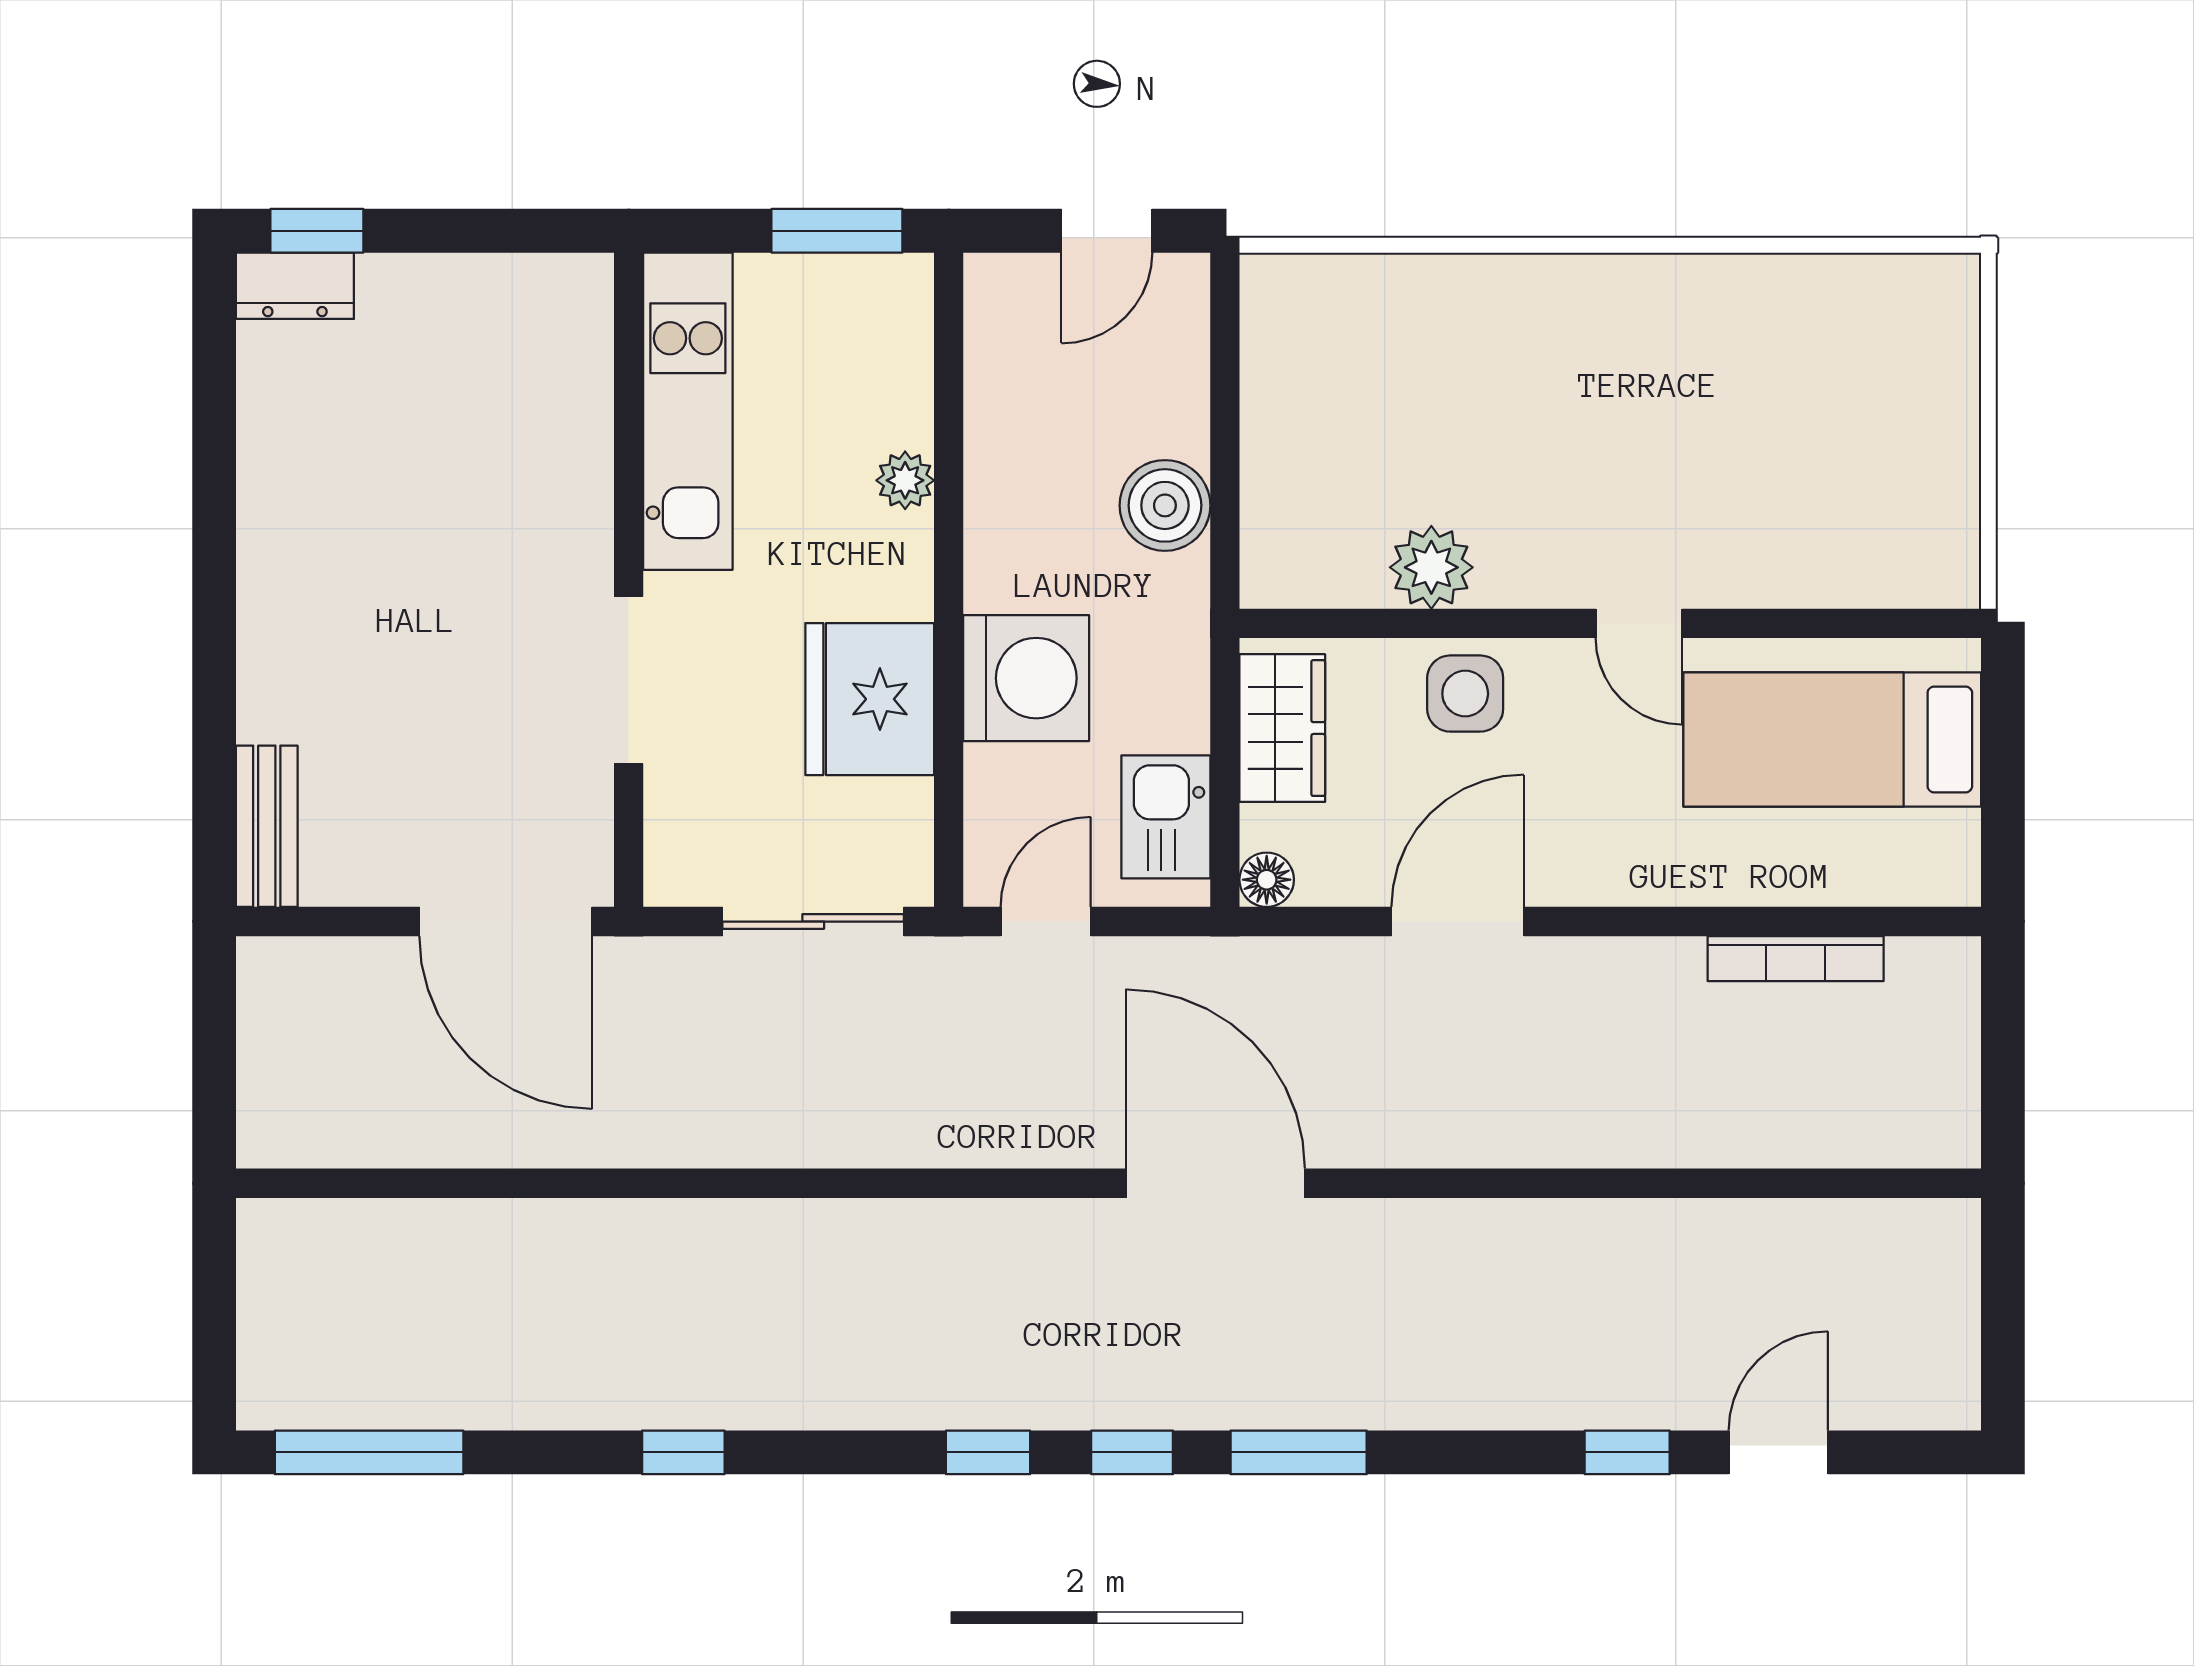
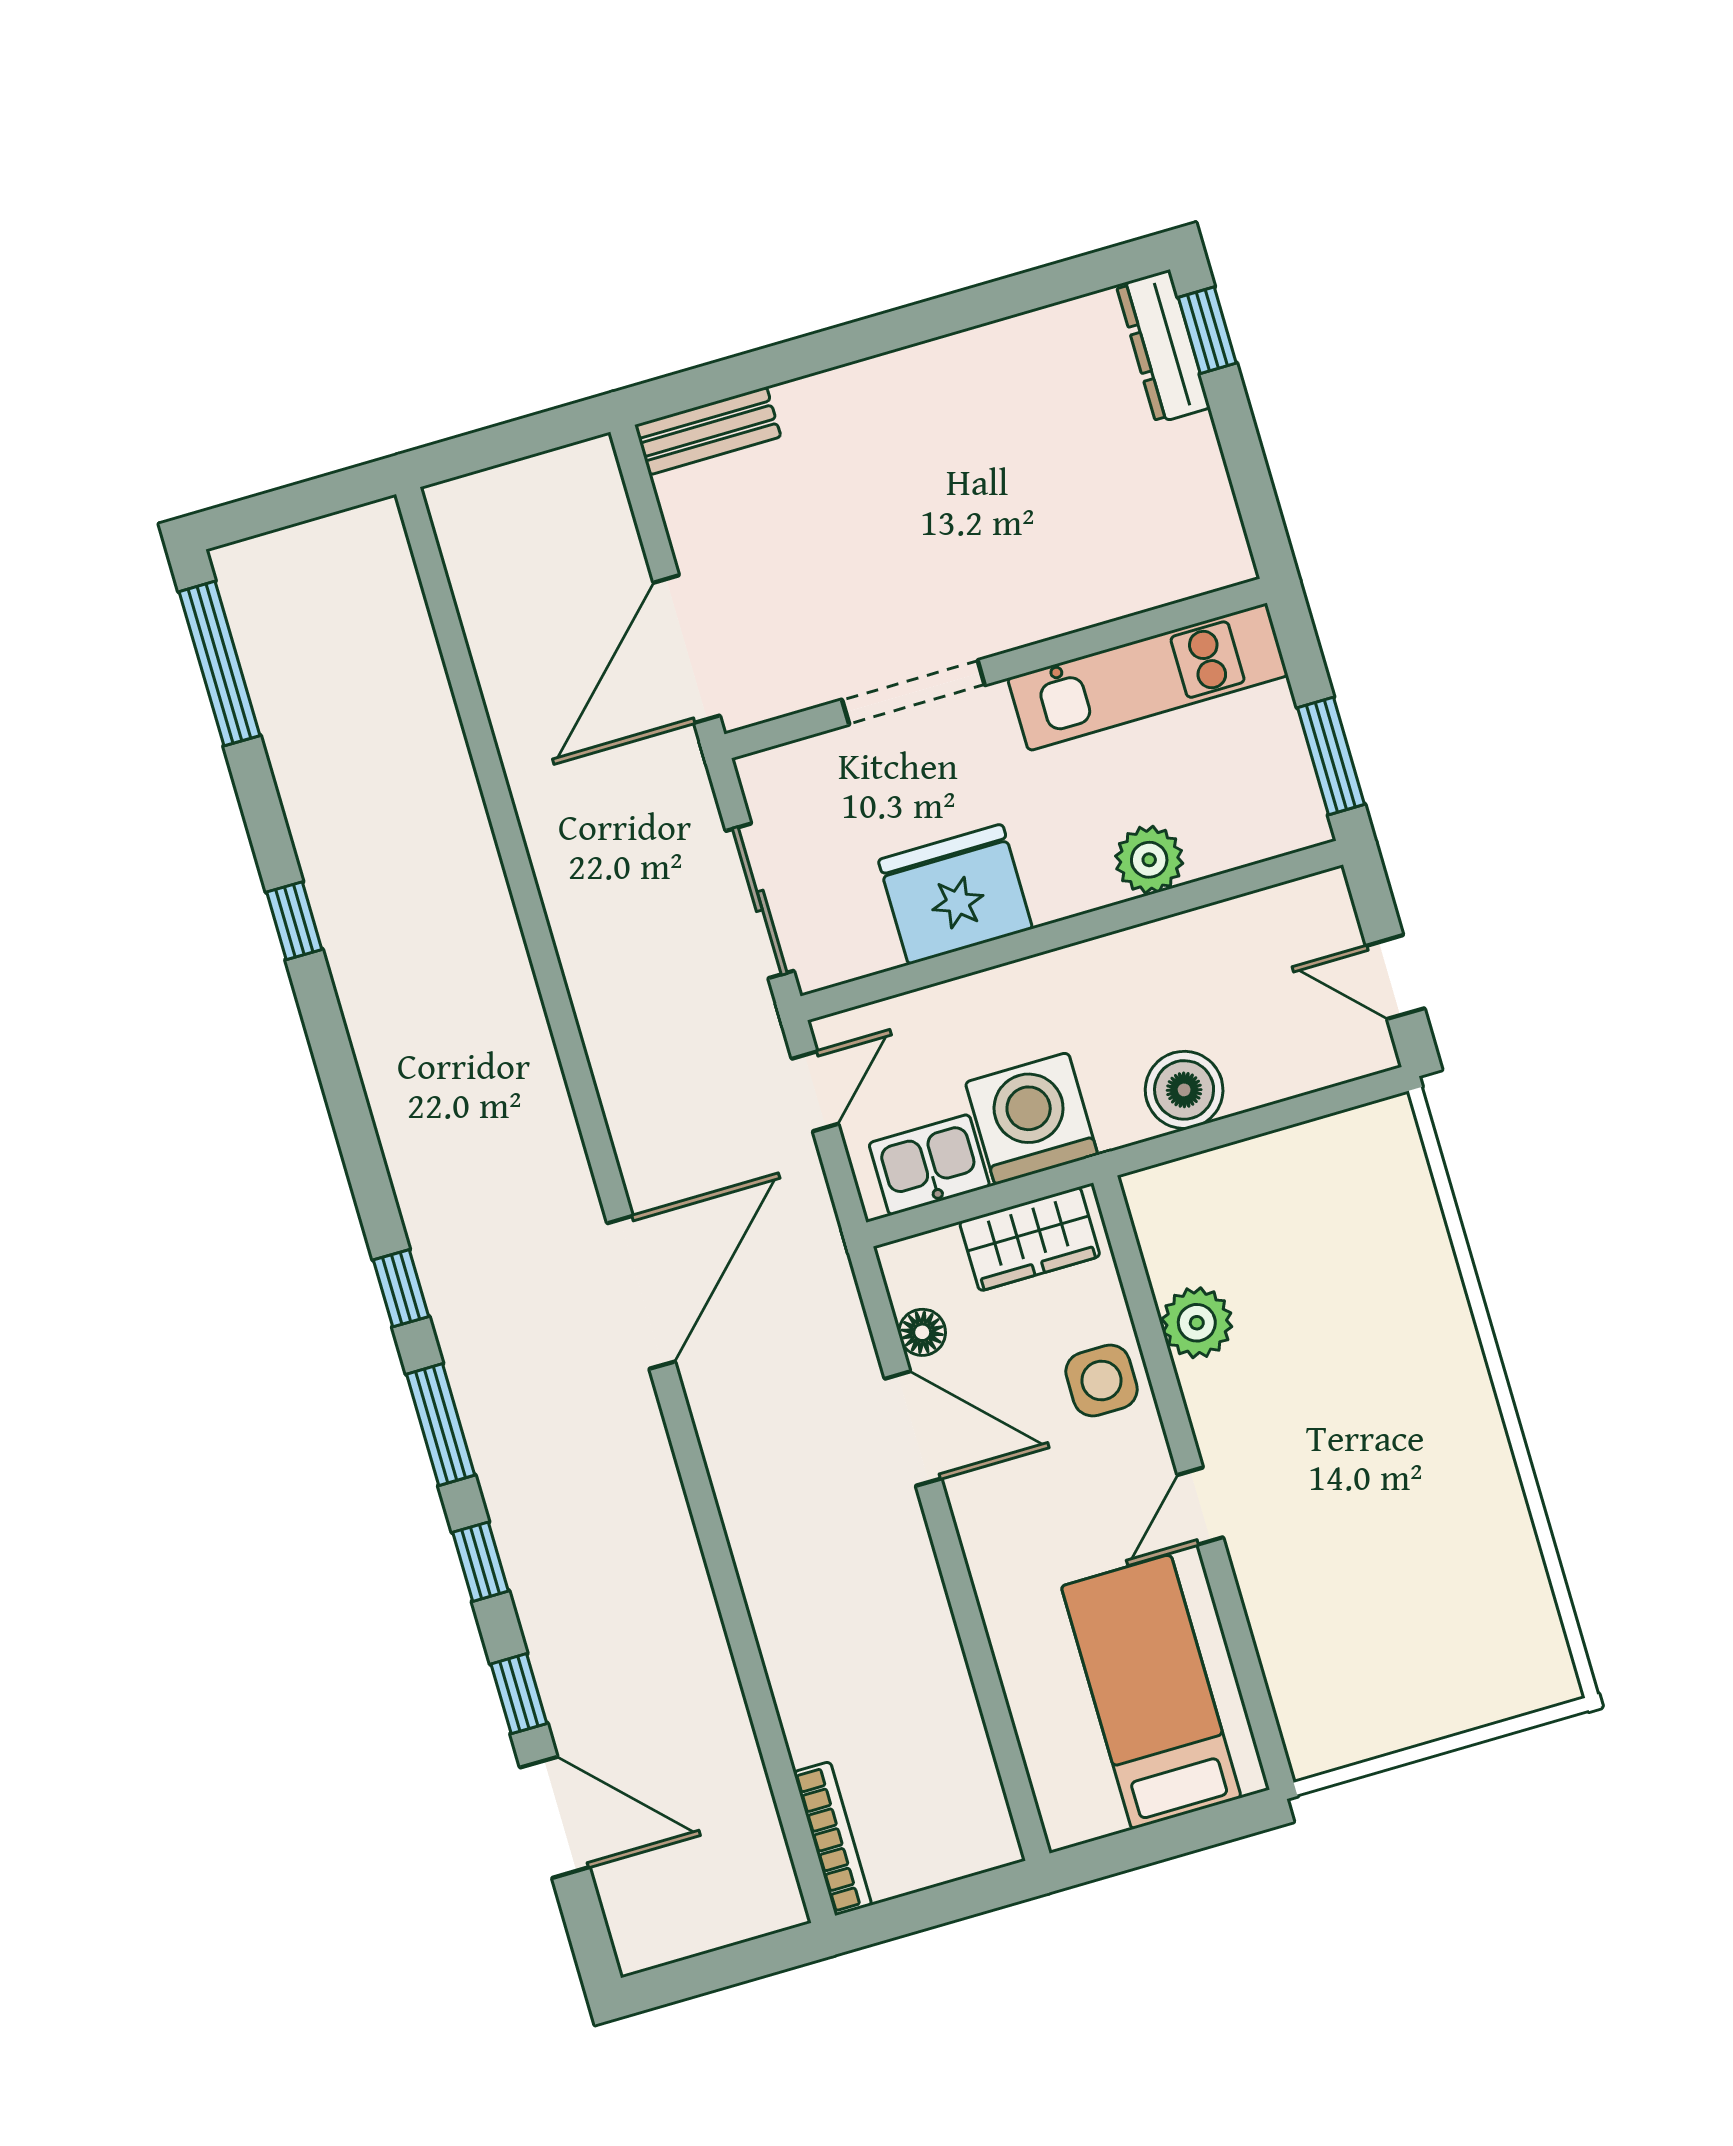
dresser: (295, 286) -> (1163, 346), width x1.44
plant: (905, 480) -> (1149, 860), width x1.38, depth x1.38
washing machine: (1026, 678) -> (1032, 1119), moved, turned 180
floor lamp: (1267, 880) -> (922, 1332), moved
door: (1046, 922) -> (815, 1091), hinge flipped
bookcase: (1796, 959) -> (833, 1839), moved, turned 180
window: (988, 1452) -> (480, 1562), moved
door: (1778, 1452) -> (555, 1817), width x1.38

